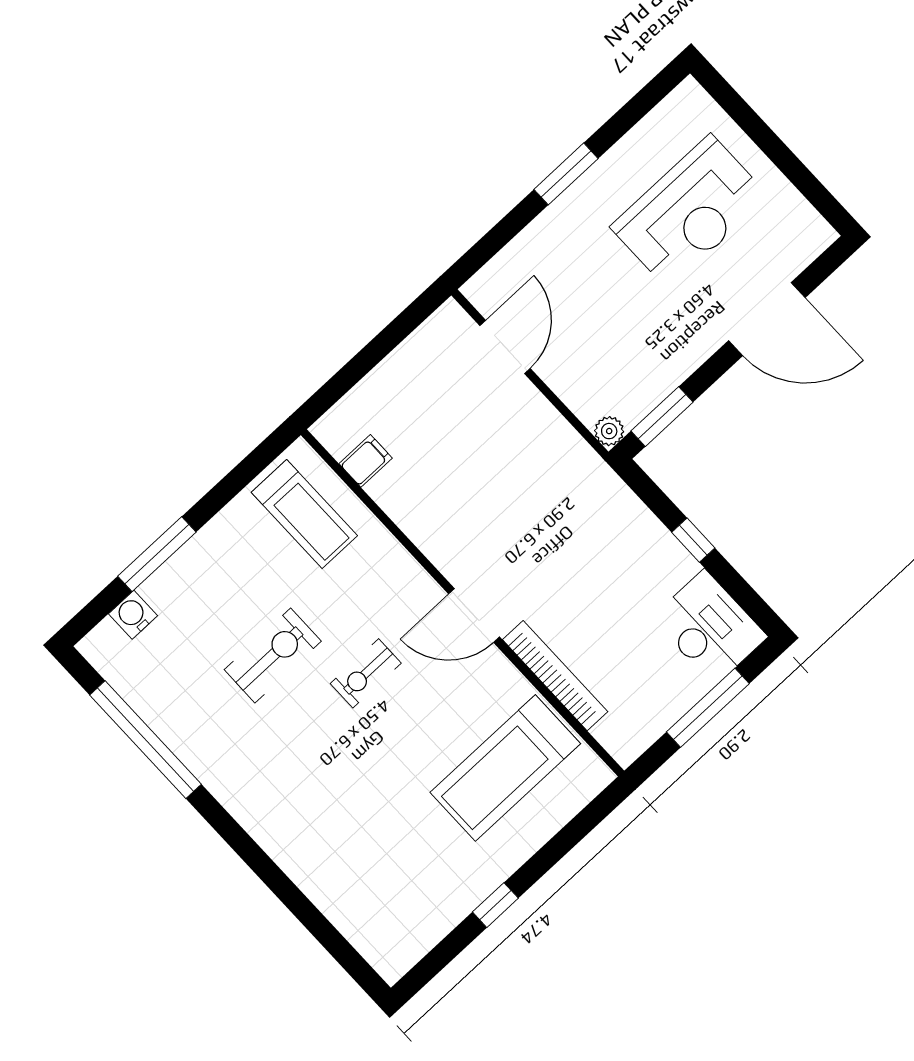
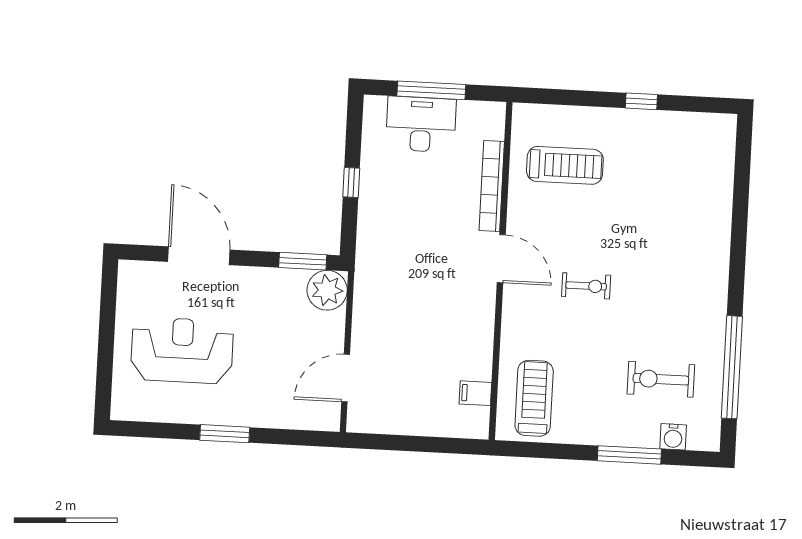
plant: (609, 431) -> (327, 290), width x1.88, depth x1.88
desk: (709, 627) -> (421, 124), moved, turned 90
exercise bike: (273, 655) -> (661, 379), moved
treadmill: (505, 768) -> (565, 165), width x0.73, depth x0.73

